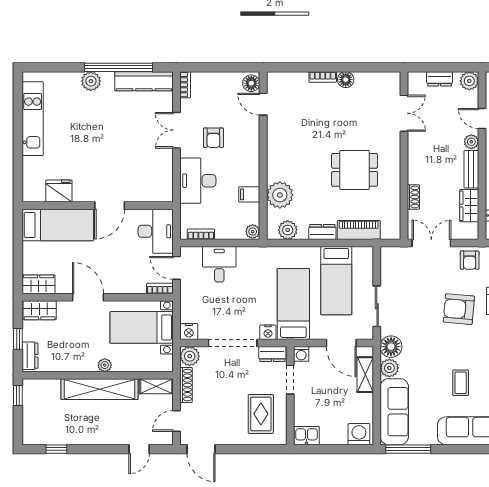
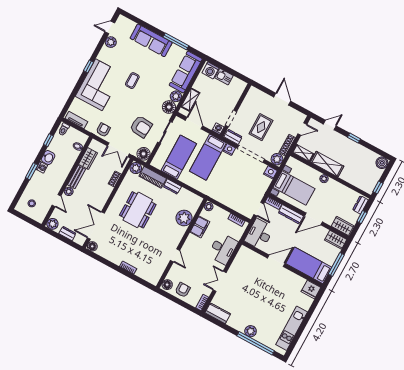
window: (119, 67) -> (256, 343), moved
floor lamp: (346, 80) -> (92, 246), moved
kitchen counter: (144, 81) -> (218, 313), width x0.67
door: (263, 104) -> (175, 255), moved
double door: (404, 113) -> (96, 225), width x1.37
double door: (177, 130) -> (220, 281), swing flipped
armchair: (213, 138) -> (183, 290), moved
dining table: (355, 170) -> (138, 210), width x1.38
fridge: (59, 191) -> (311, 290), moved
filing cabinet: (249, 194) -> (200, 227), width x2.00
plant: (288, 230) -> (136, 168), moved
window: (18, 248) -> (336, 265), added
floor lamp: (391, 257) -> (144, 154), added
desk: (219, 264) -> (235, 199), removed
dresser: (125, 286) -> (291, 214), added
door: (88, 297) -> (313, 219), hinge flipped
armchair: (459, 309) -> (141, 127), moved
coffee table: (461, 383) -> (132, 81), moved
shelving: (100, 389) -> (327, 164), width x0.68
rug: (261, 414) -> (261, 127), moved
boiler: (32, 435) -> (382, 163), added
kitchen sink: (306, 436) -> (224, 77), moved
window: (56, 449) -> (354, 138), moved
door: (201, 449) -> (282, 99), moved
window: (408, 449) -> (176, 41), moved

